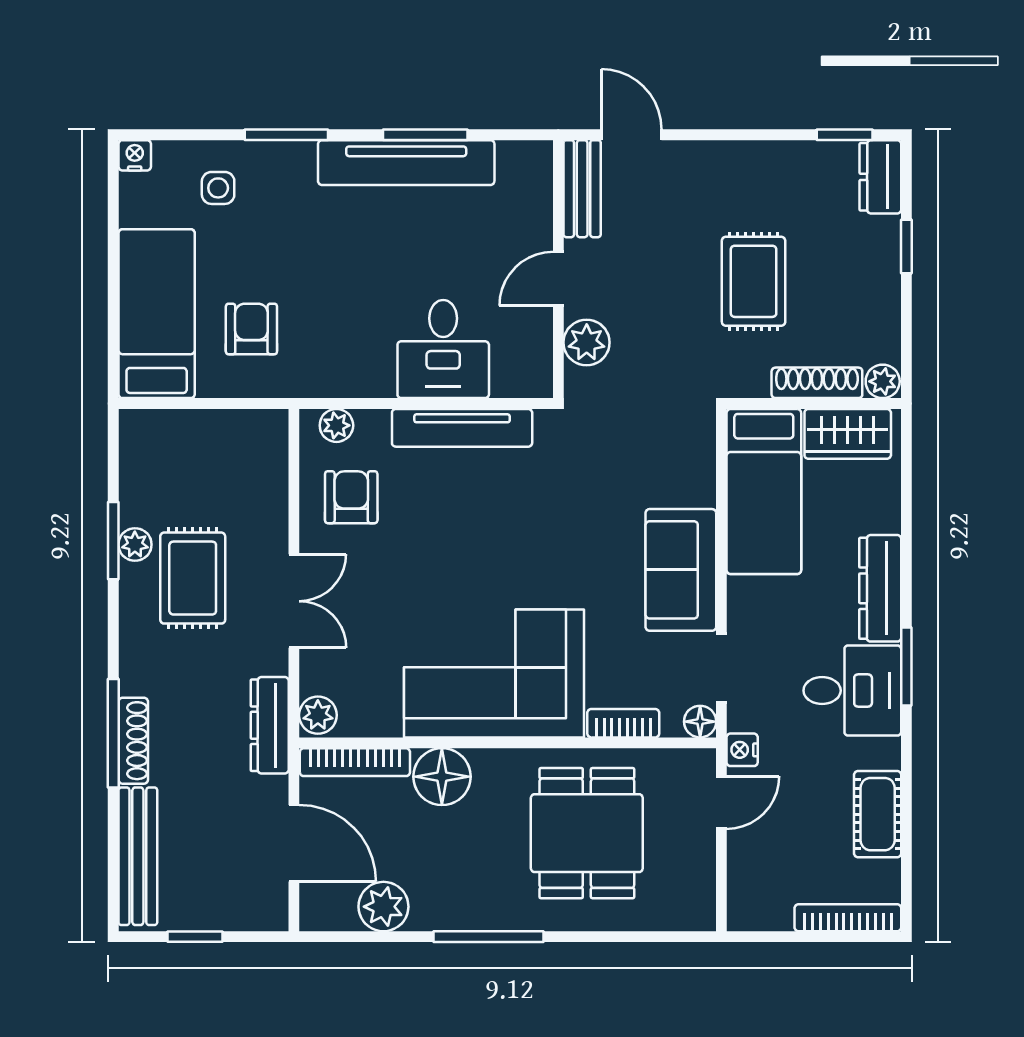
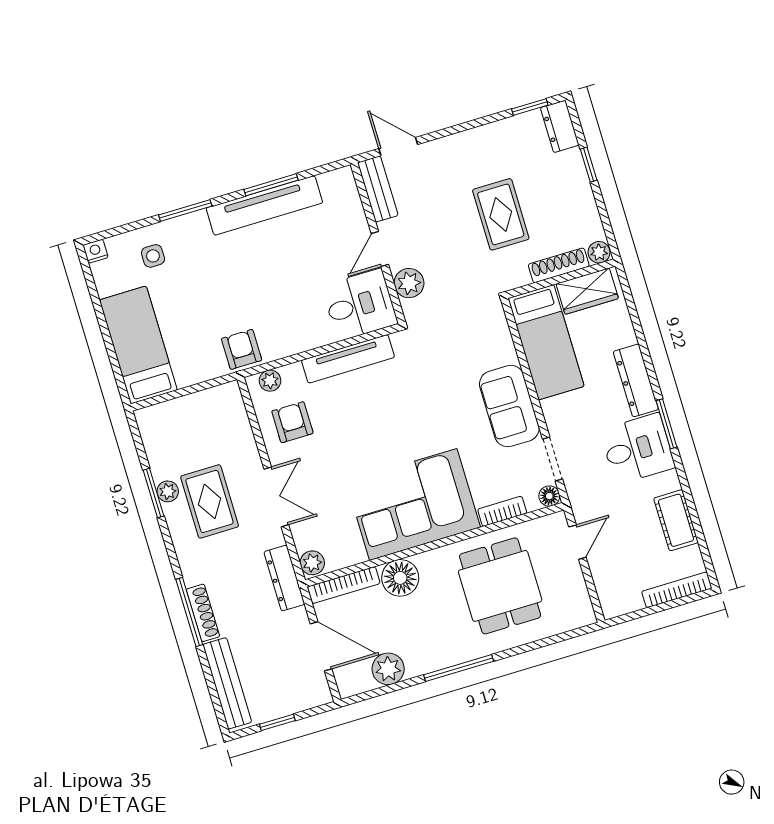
armchair: (251, 329) -> (242, 349), moved
desk: (443, 349) -> (360, 305), moved, turned -90
nightstand: (742, 750) -> (580, 506), removed

